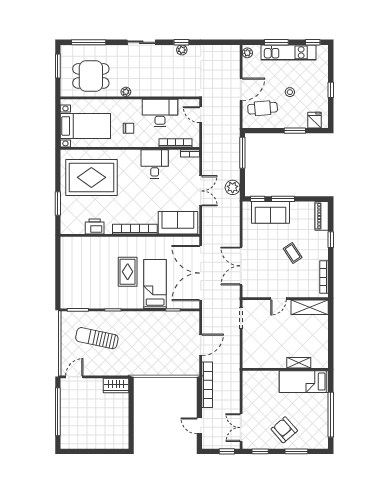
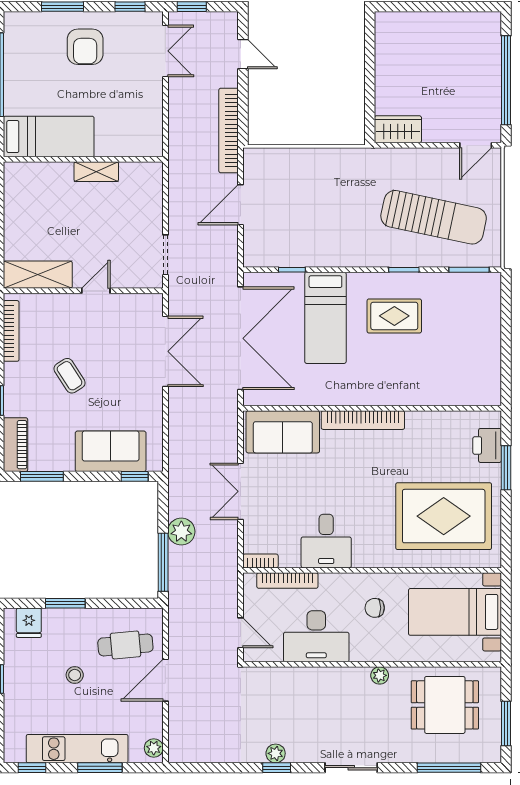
plant: (233, 187) -> (181, 532), moved
window: (283, 199) -> (42, 476), moved
printer: (95, 227) -> (487, 445), moved, turned 90
rug: (128, 272) -> (394, 316), moved, turned 90
sun lounger: (97, 338) -> (434, 217), width x1.36, depth x1.34
shelving: (299, 363) -> (96, 172), moved
armchair: (284, 430) -> (85, 47), turned 41

